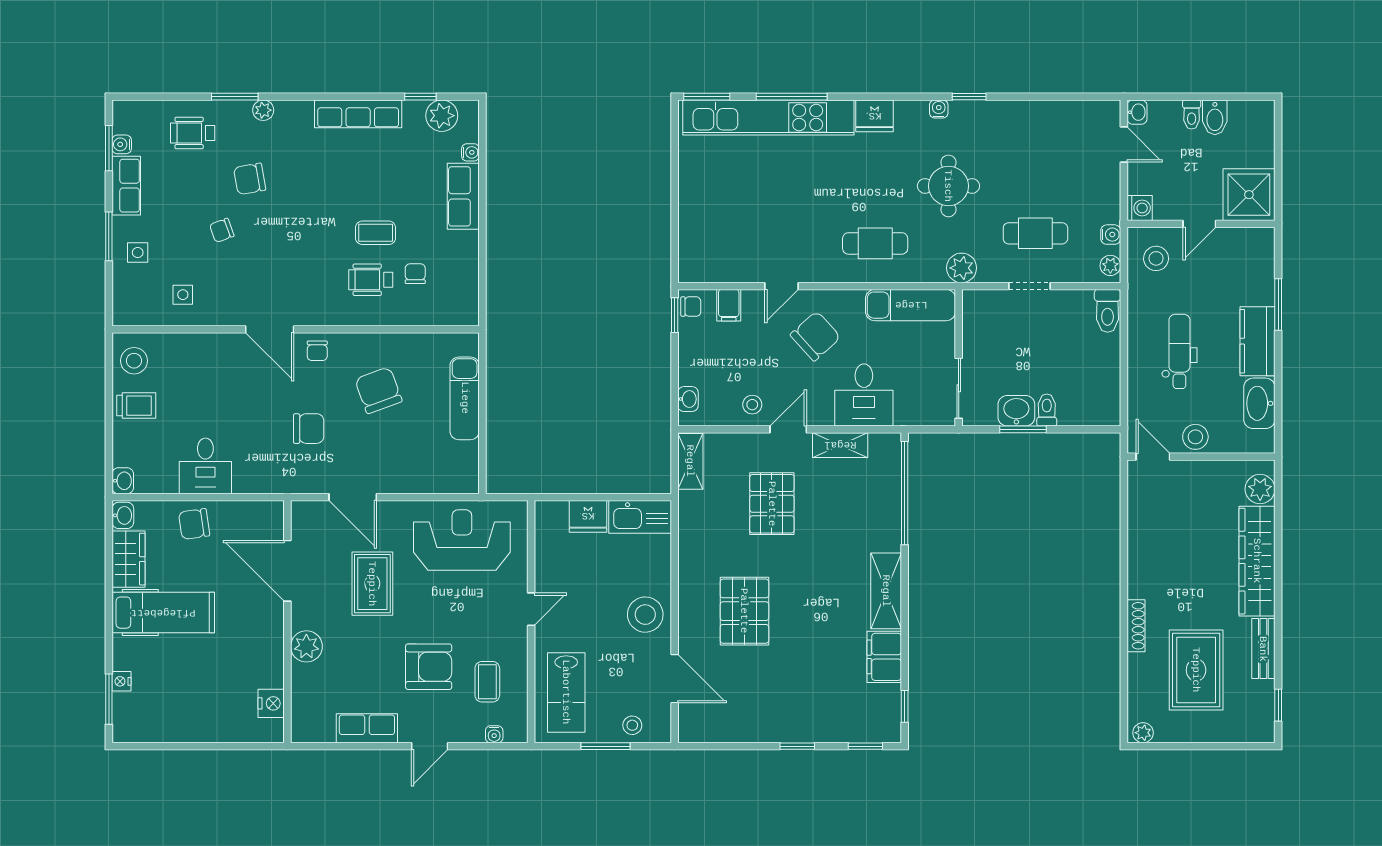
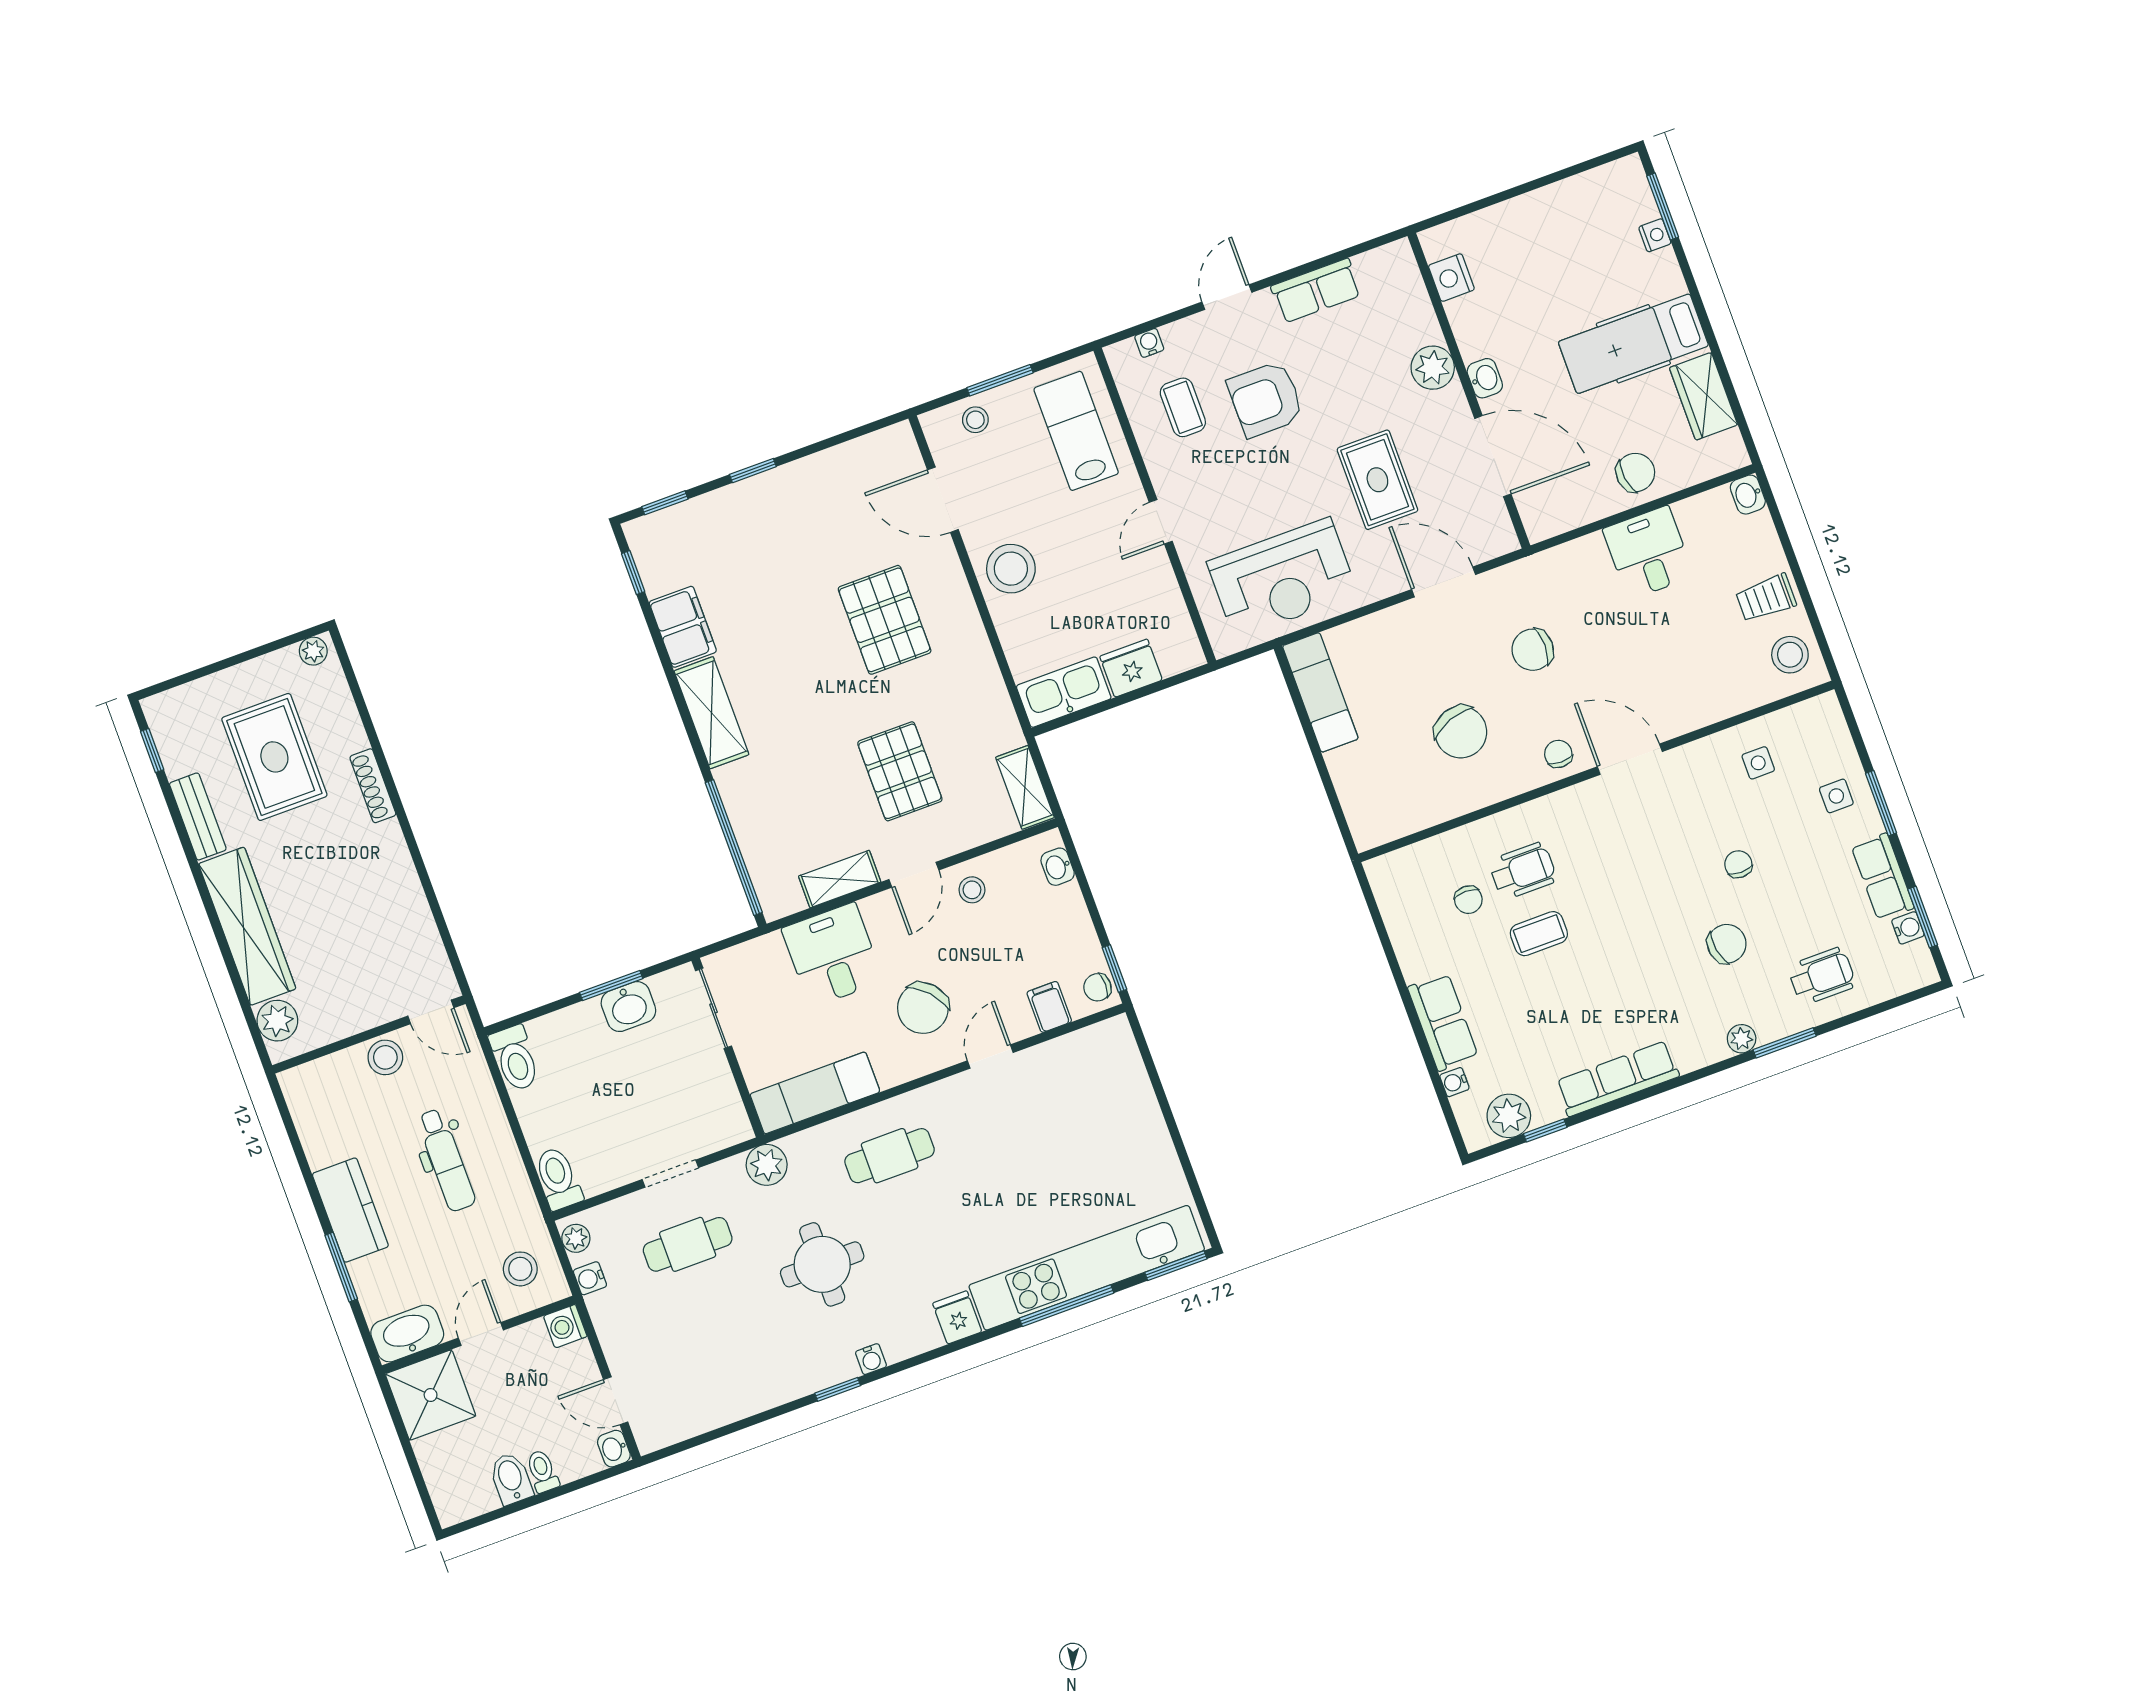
fridge: (875, 116) -> (957, 1317), width x0.72
chair: (222, 230) -> (1738, 864), turned -70
exam couch: (465, 398) -> (1320, 692), moved
washbasin: (1259, 403) -> (407, 1334), moved, turned -90
toilet: (1047, 410) -> (515, 1058), moved, width x1.37, depth x1.39
washbasin: (123, 515) -> (1485, 378), moved, turned 180

